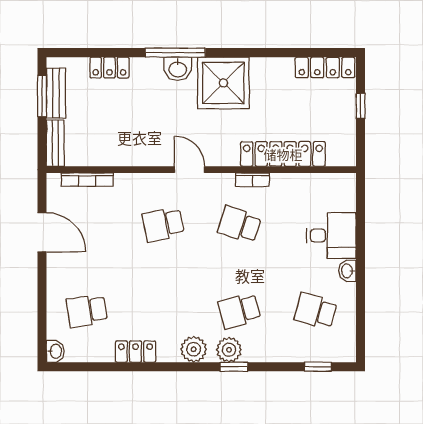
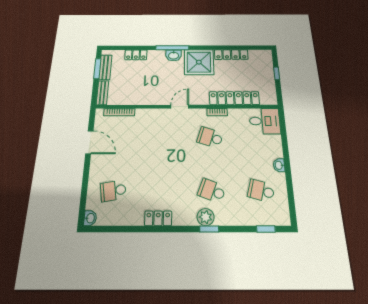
locker: (325, 67) -> (231, 55), moved
door: (189, 170) -> (180, 107), hinge flipped
school desk: (163, 224) -> (164, 137), removed
desk: (331, 235) -> (265, 121), moved
school desk: (239, 311) -> (212, 191), turned 36
plant: (194, 349) -> (182, 217), removed
locker: (136, 352) -> (158, 218), moved

